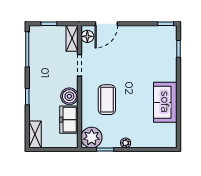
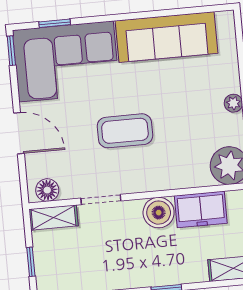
door: (106, 24) -> (19, 133), moved
corner sofa: (157, 53) -> (66, 61), added
coffee table: (107, 100) -> (125, 131), moved
sofa: (165, 102) -> (166, 37), width x1.36

